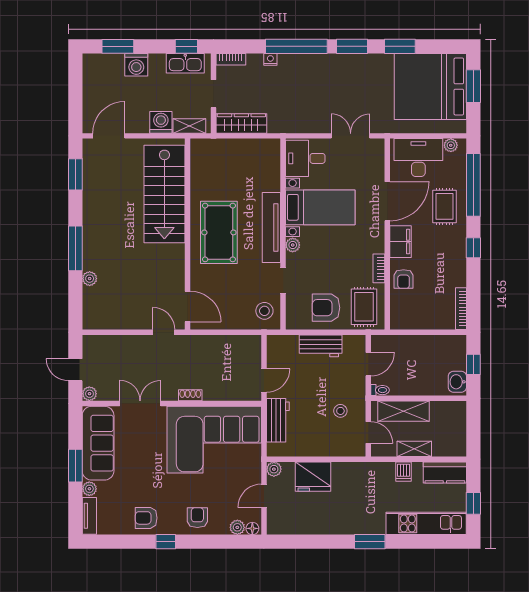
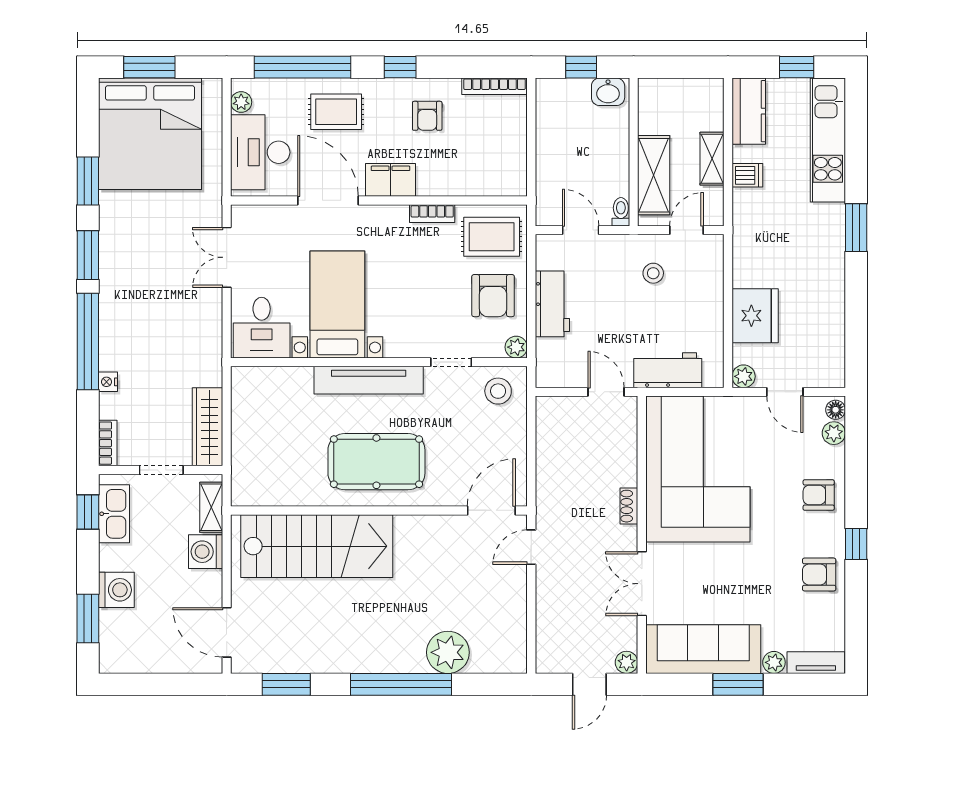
plant: (293, 245) -> (516, 347), moved
window: (75, 248) -> (401, 684), width x1.46
plant: (90, 279) -> (448, 652), width x1.88, depth x1.88
armchair: (404, 279) -> (427, 116), moved, turned 90
armchair: (146, 518) -> (819, 575), turned 90

